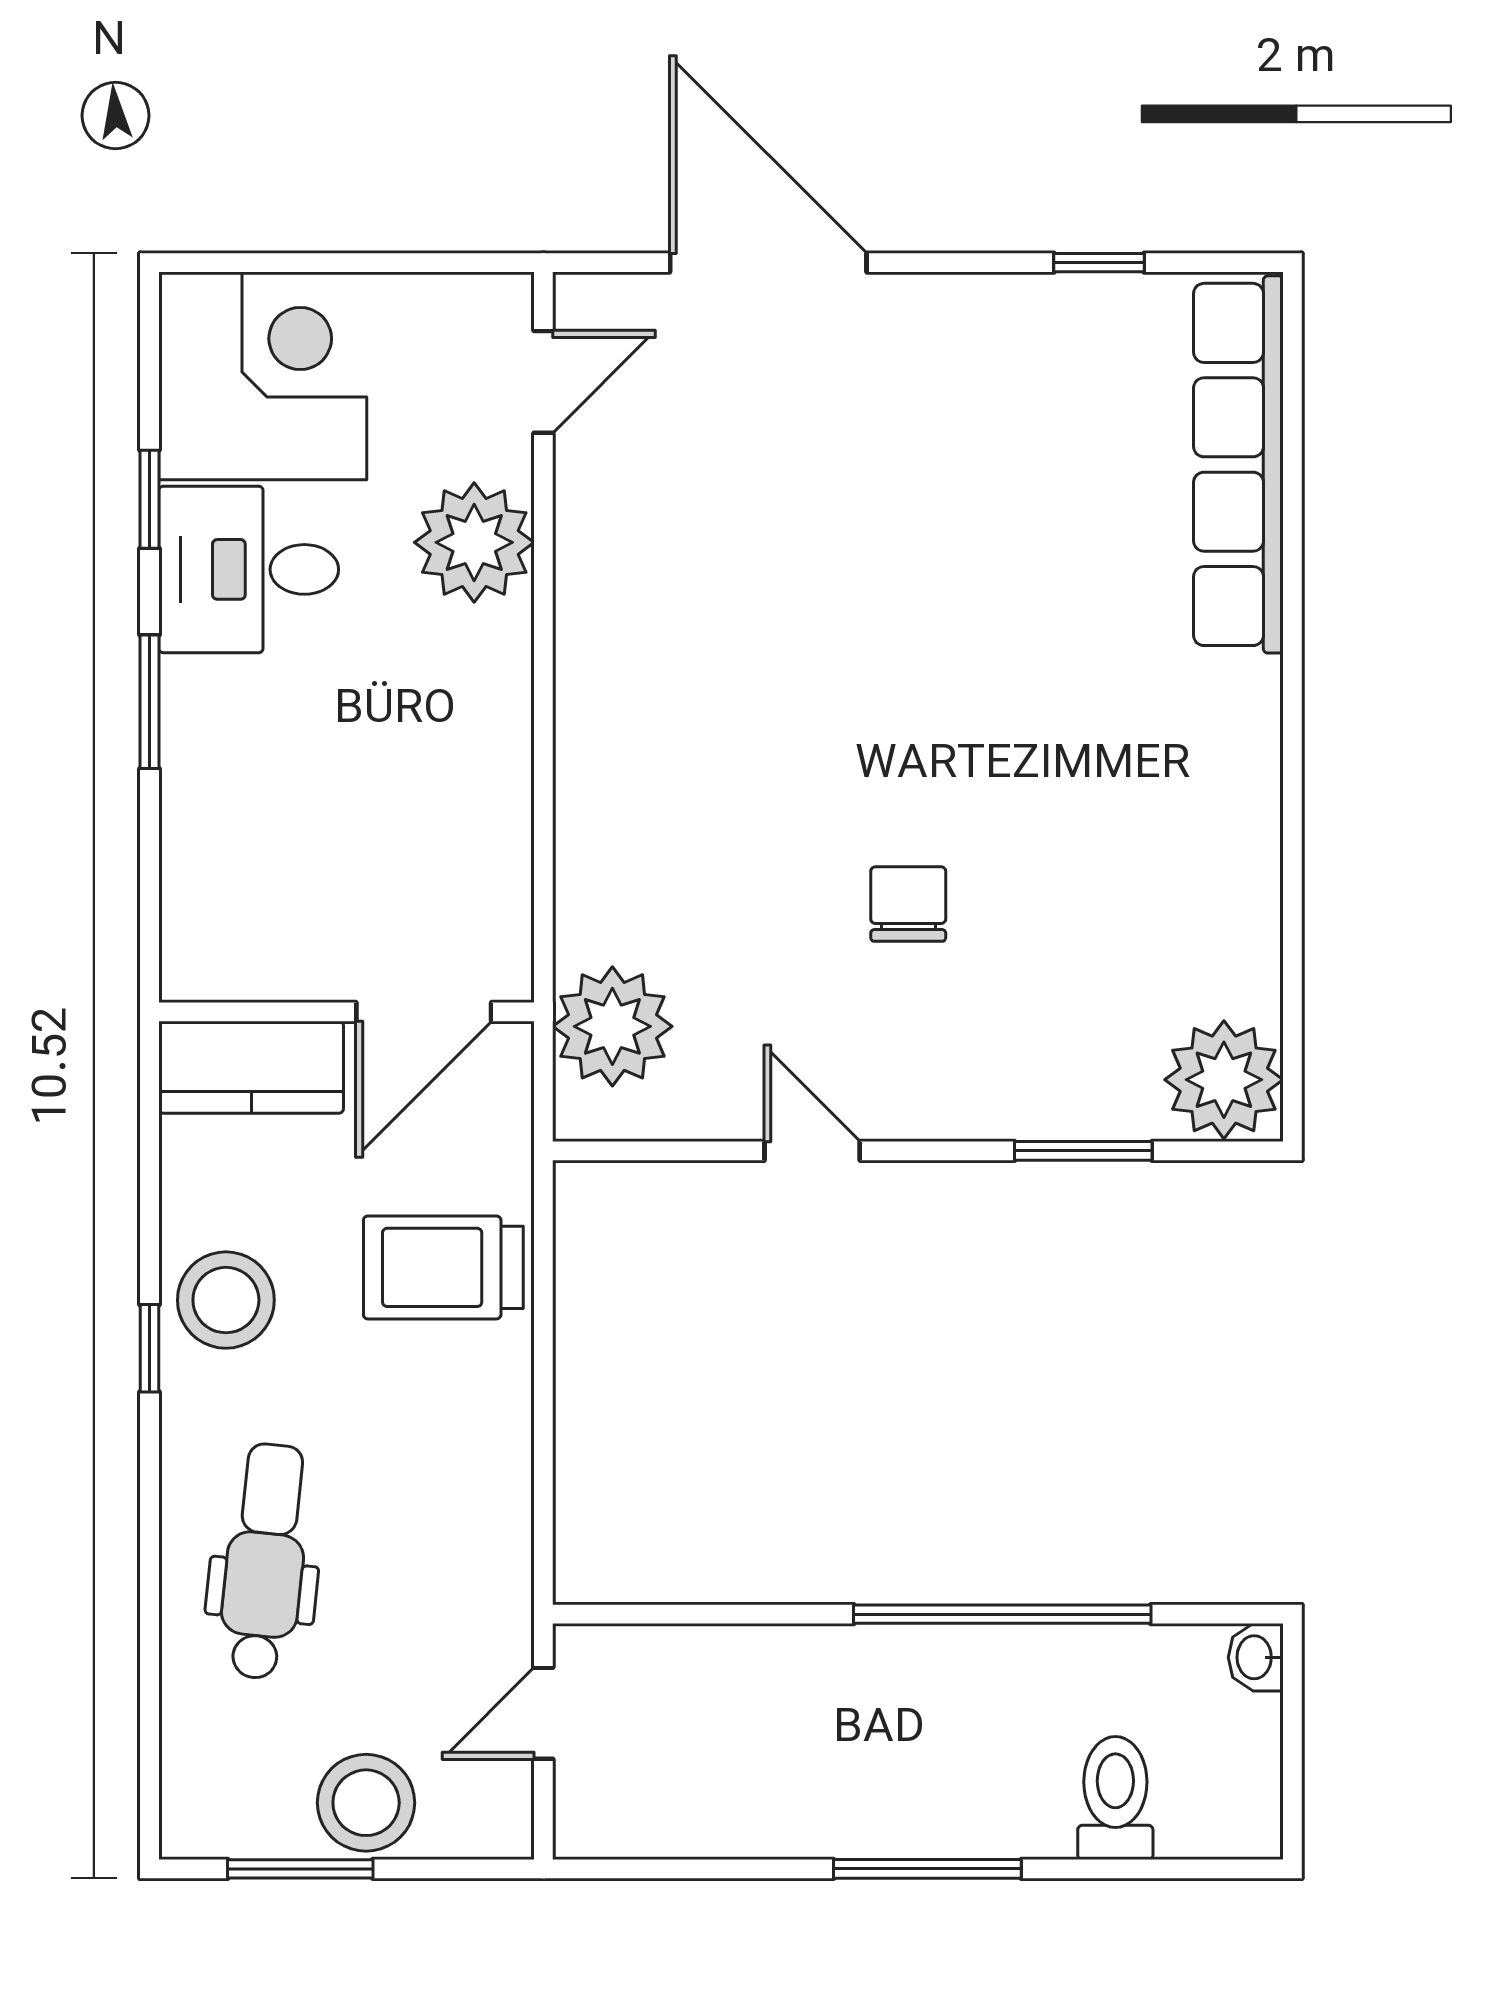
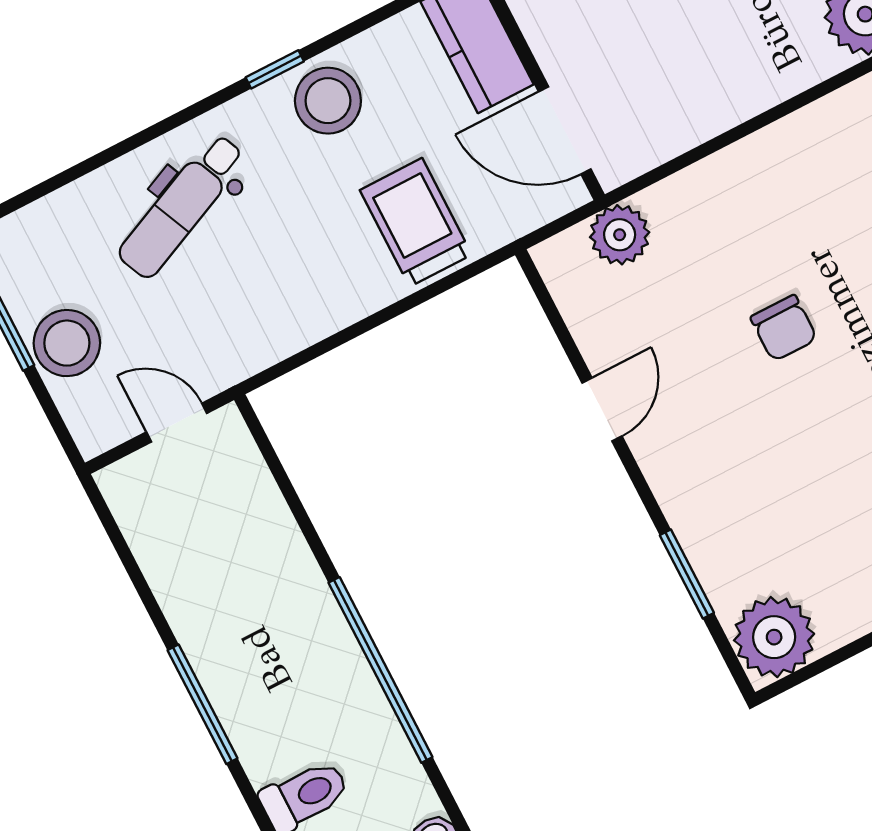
chair: (908, 904) -> (784, 328), moved, turned 90
plant: (612, 1026) -> (620, 235), width x0.73, depth x0.73
dental chair: (265, 1561) -> (182, 206), turned 150

